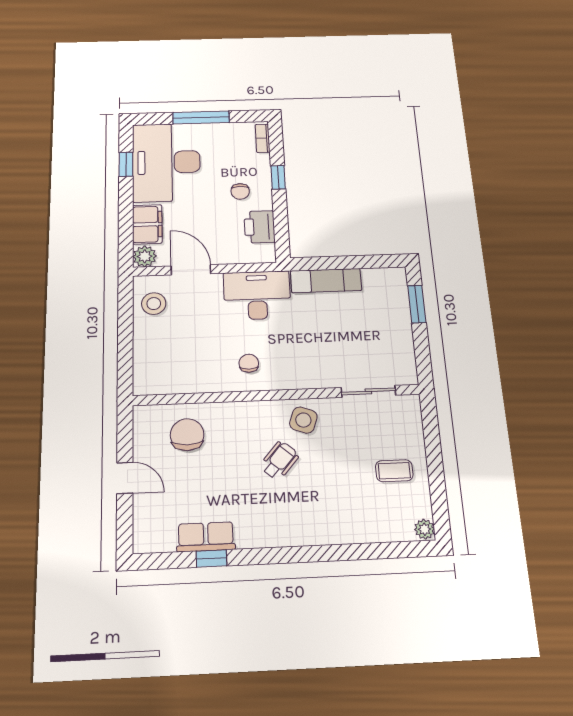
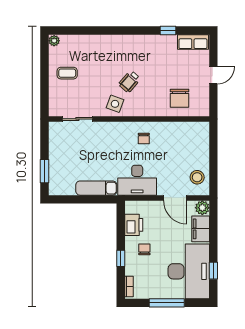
door: (125, 478) -> (213, 75), swing flipped
row of seats: (206, 537) -> (193, 42), moved

